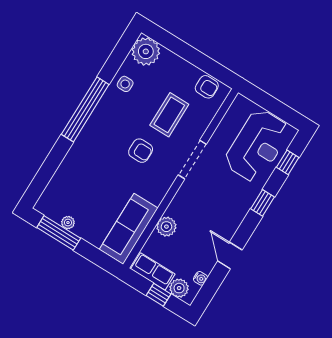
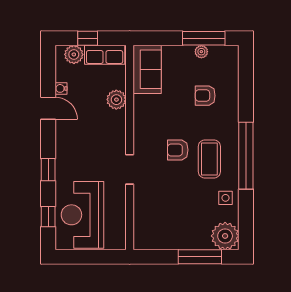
window: (179, 47) -> (200, 257), added
armchair: (207, 87) -> (205, 96), moved
coffee table: (169, 115) -> (209, 159), moved
doorway: (192, 160) -> (130, 169), width x0.73
sofa: (129, 229) -> (147, 69), width x0.73
water cooler: (200, 278) -> (61, 88), moved

